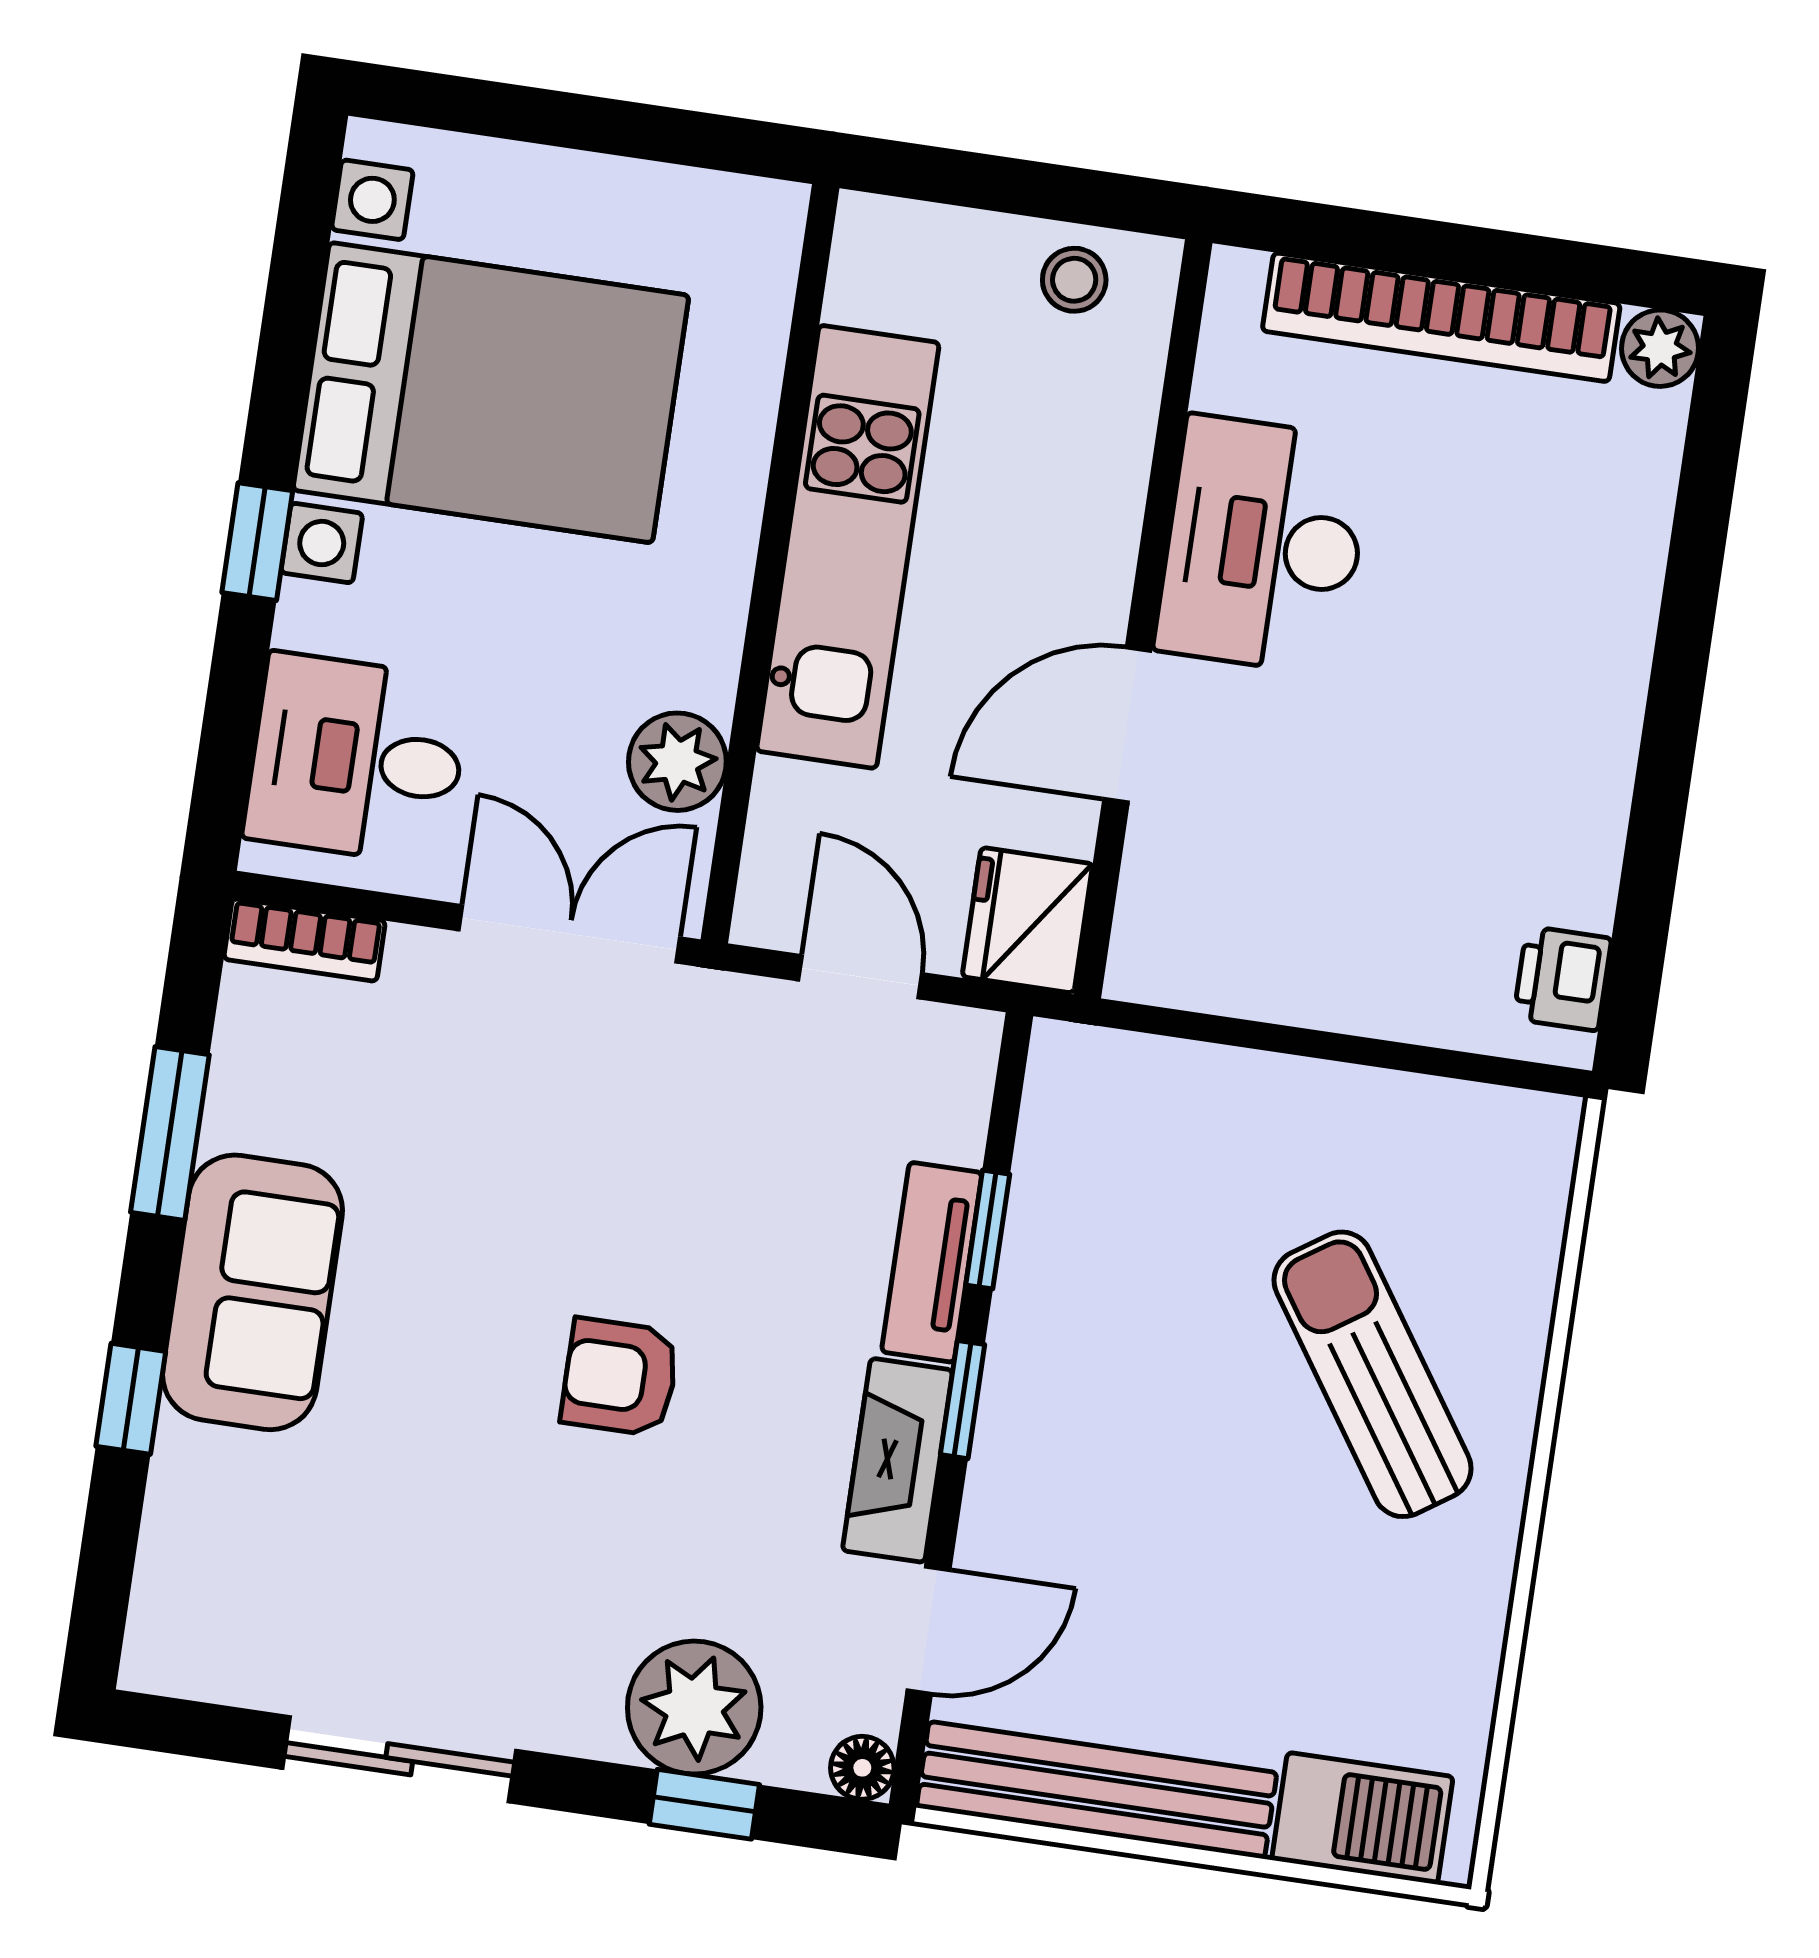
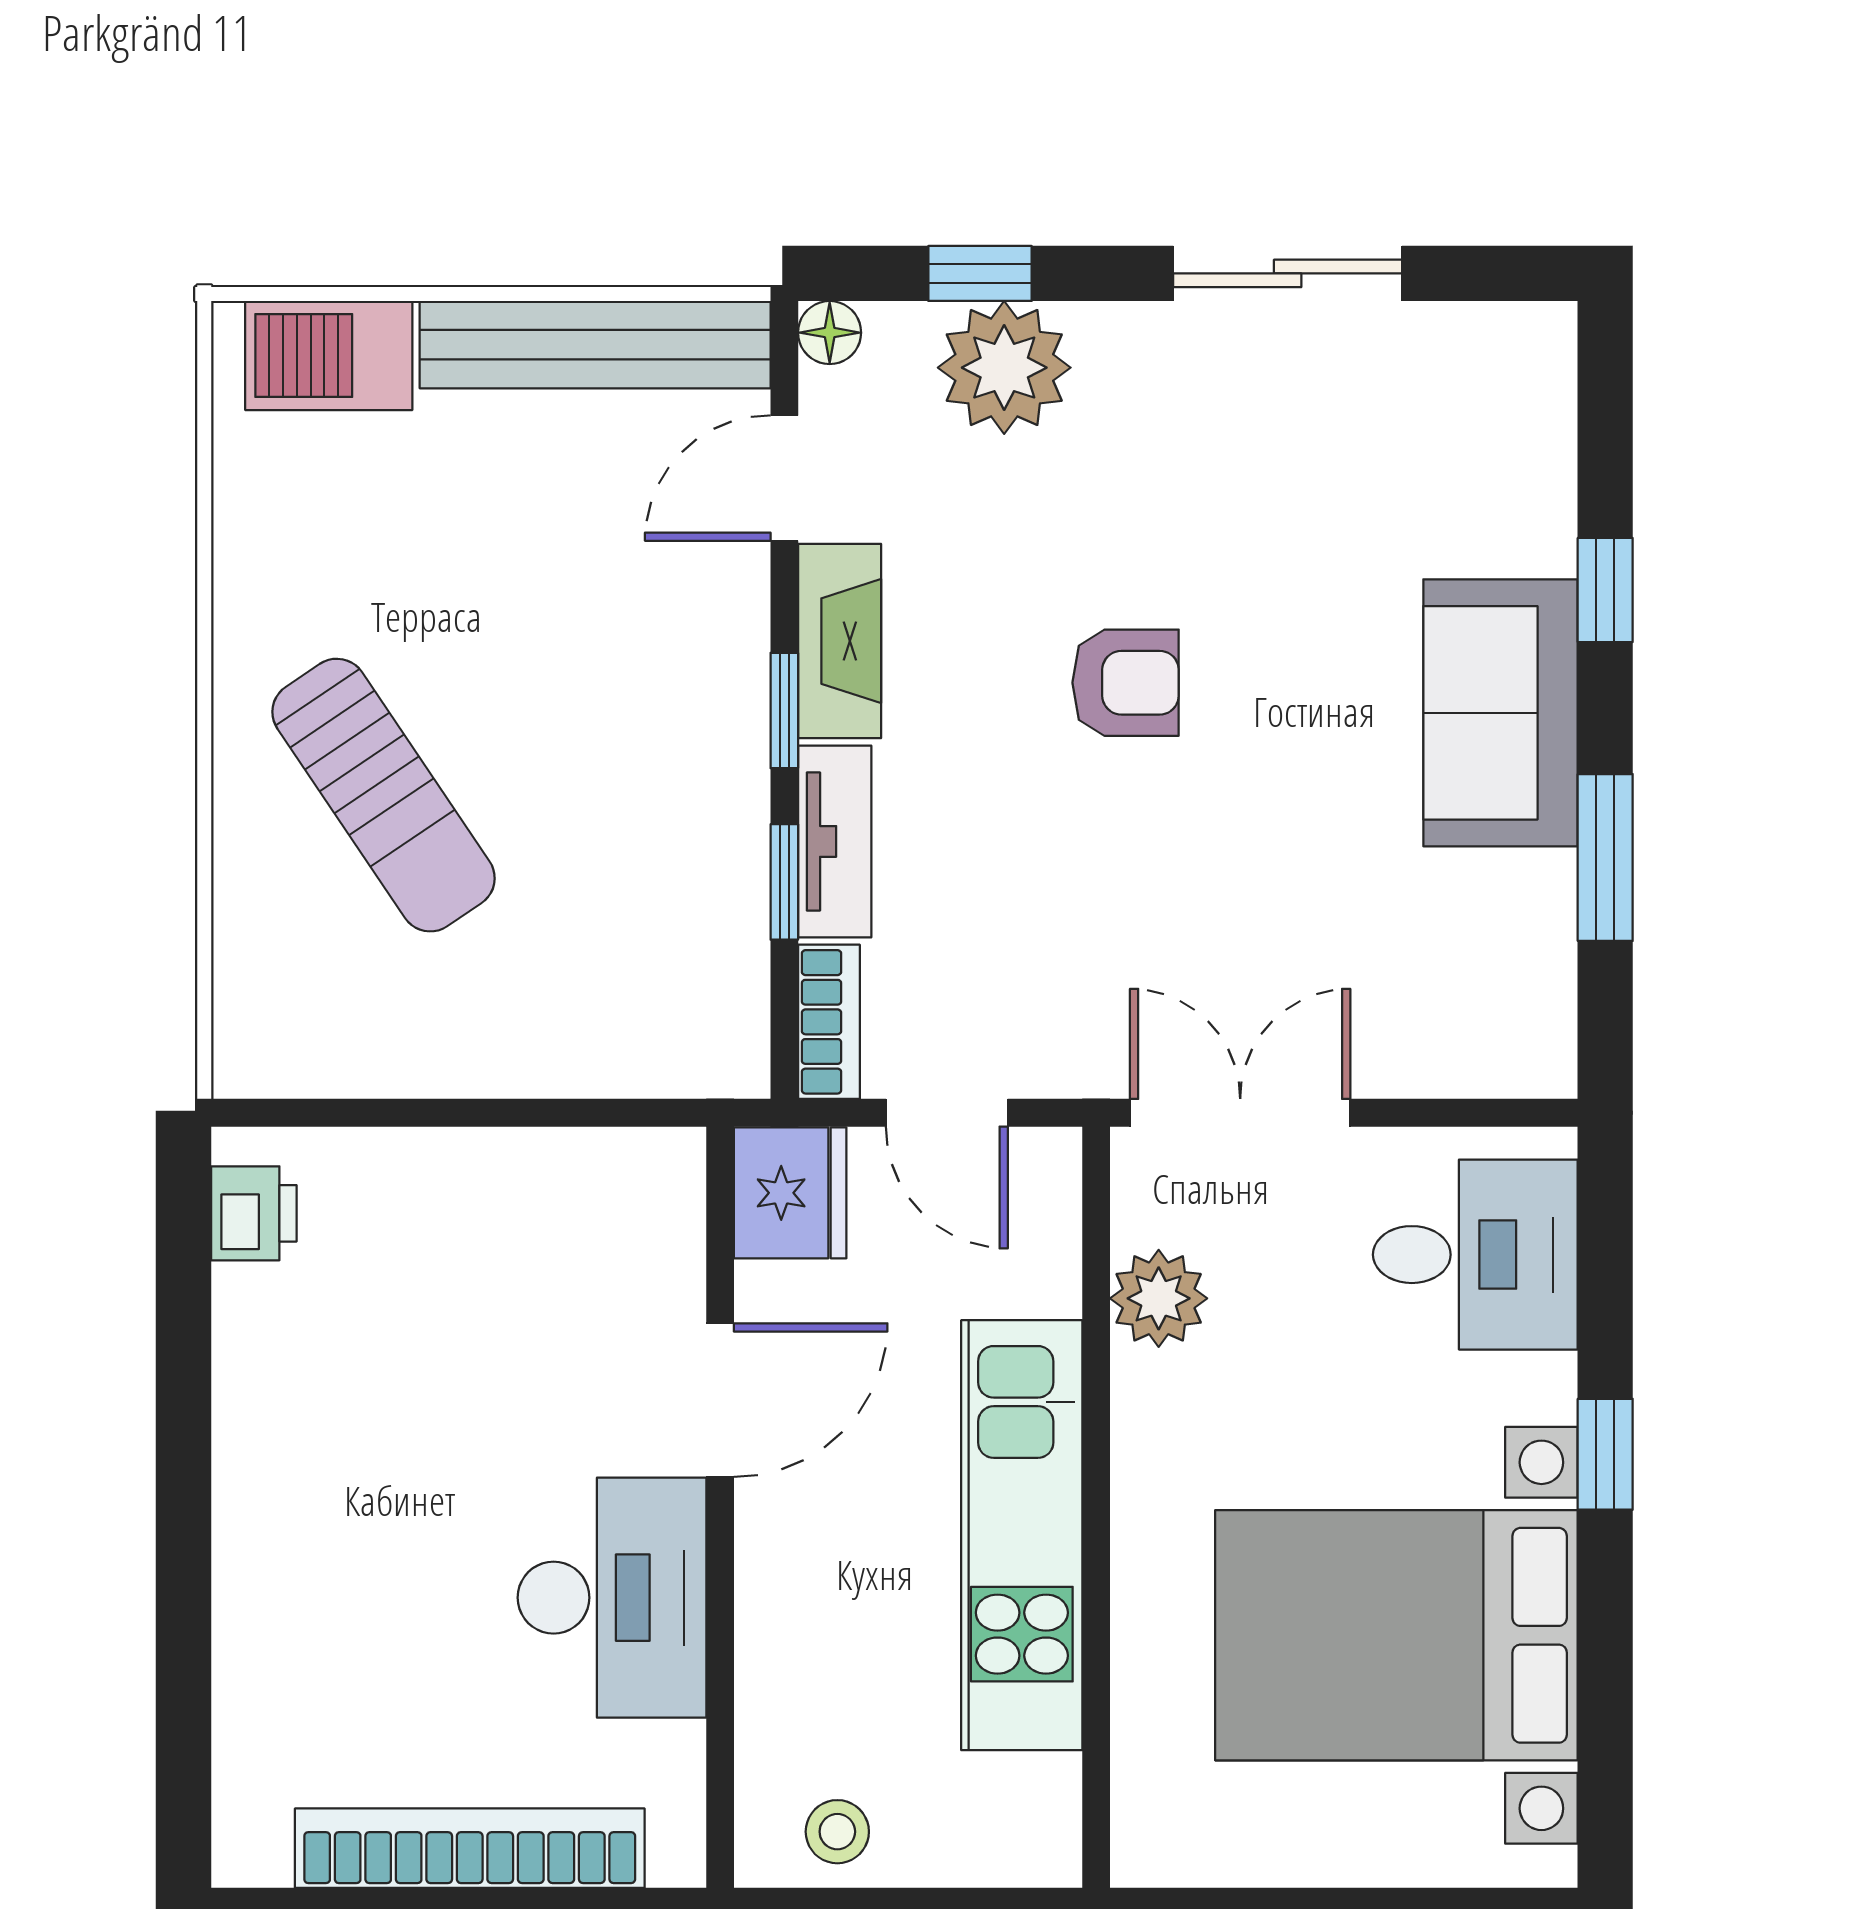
plant: (1660, 348) -> (249, 1850), removed
double door: (569, 934) -> (1240, 1113), swing flipped
bookcase: (305, 940) -> (829, 1022), moved, turned 90

